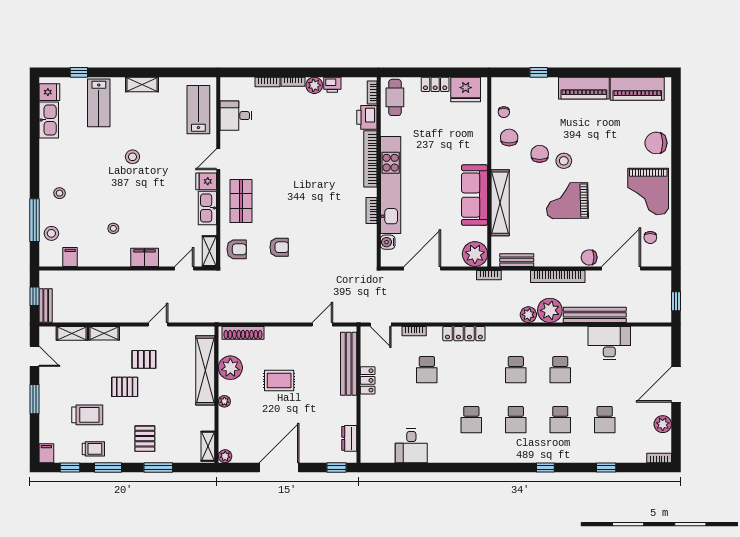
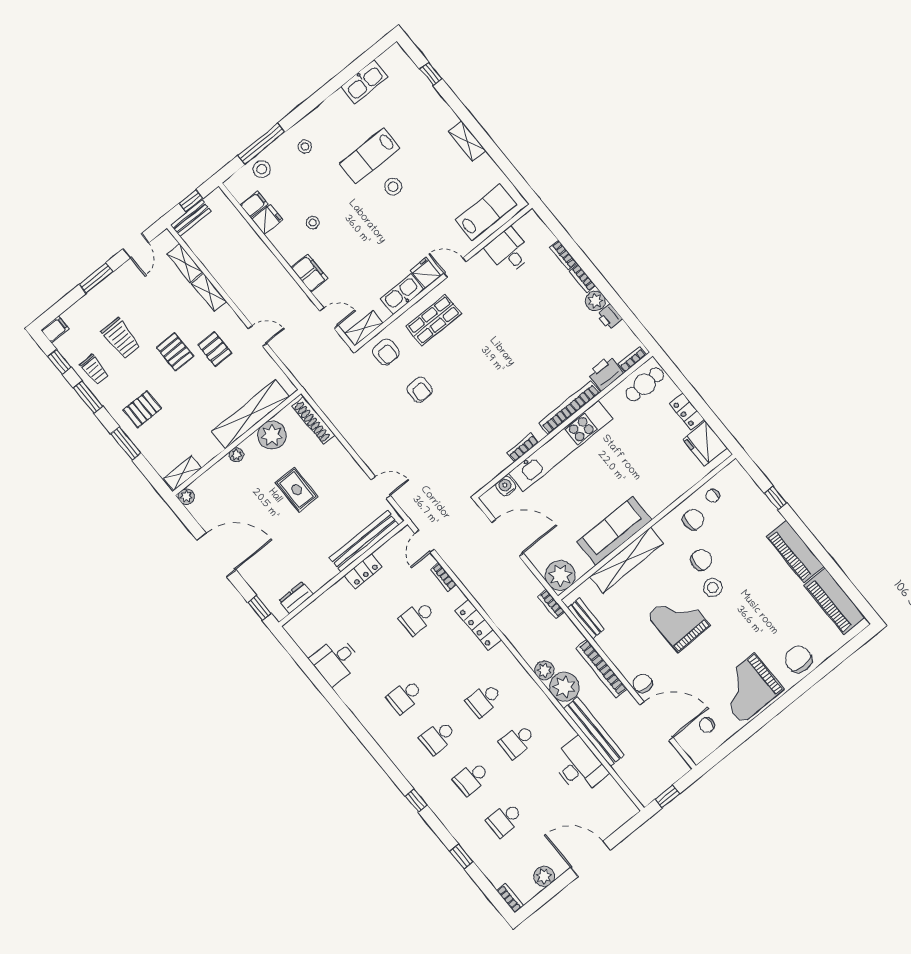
fridge: (49, 92) -> (267, 219), moved, turned -90
lab bench: (99, 103) -> (370, 156), moved

